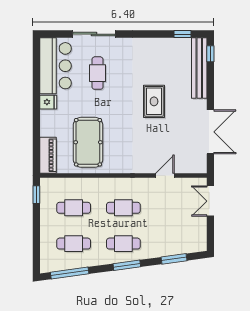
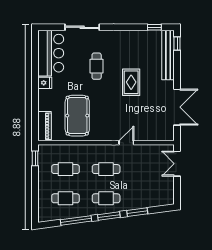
cafe table: (98, 73) -> (97, 66), moved
door: (165, 175) -> (126, 143), moved
window: (174, 259) -> (137, 212), moved
window: (70, 273) -> (76, 220), moved

